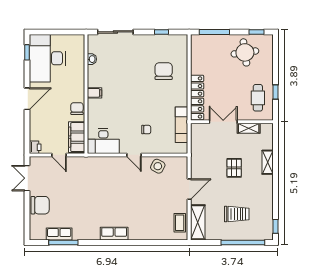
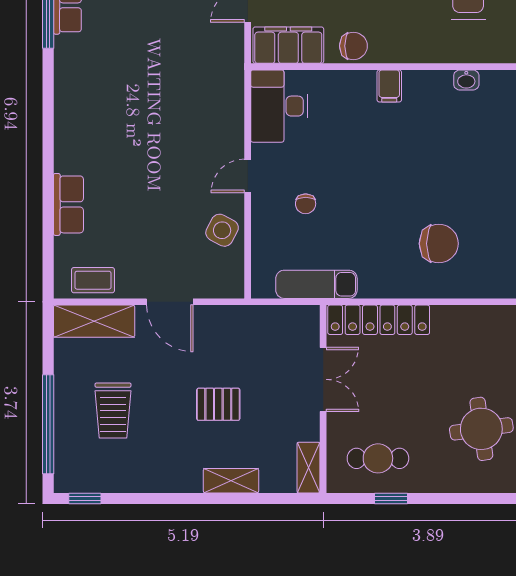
shelving: (249, 128) -> (309, 468), moved
row of seats: (114, 234) -> (68, 204), moved

